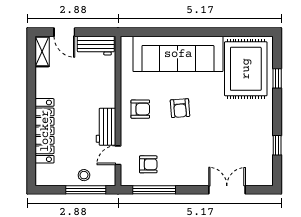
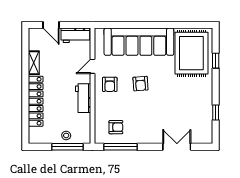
shelving: (42, 51) -> (34, 63), moved
armchair: (140, 109) -> (110, 84), turned 90
door: (118, 155) -> (92, 66), moved

